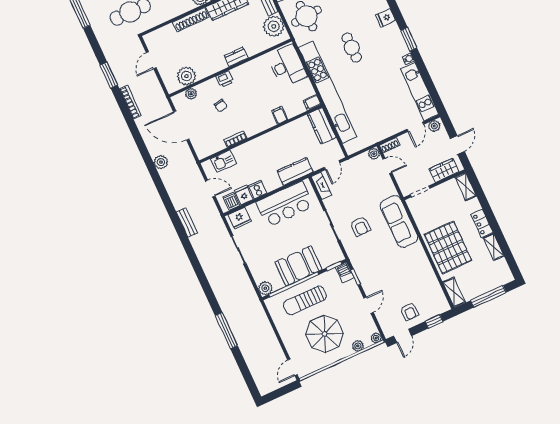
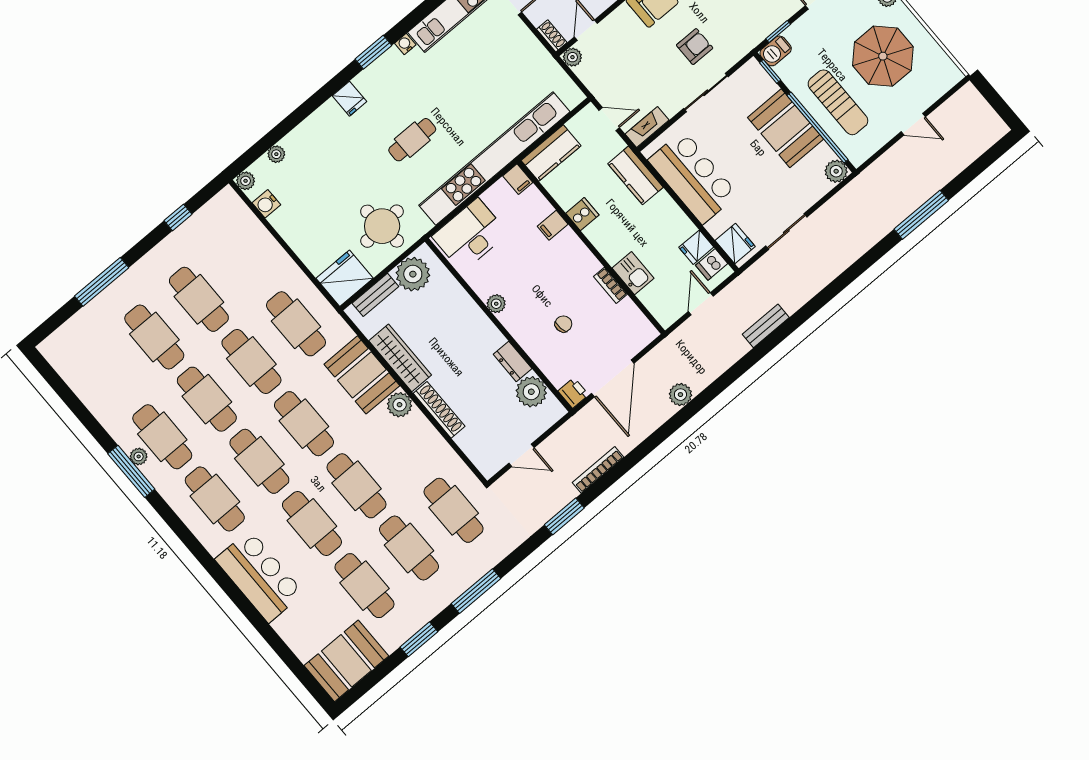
dresser: (236, 57) -> (513, 361), moved
printer: (225, 79) -> (573, 393), moved
plant: (191, 94) -> (496, 304), moved
kitchen sink: (224, 161) -> (633, 273), moved
cooker: (258, 190) -> (582, 214), moved, turned 180
door: (292, 367) -> (913, 124), moved

